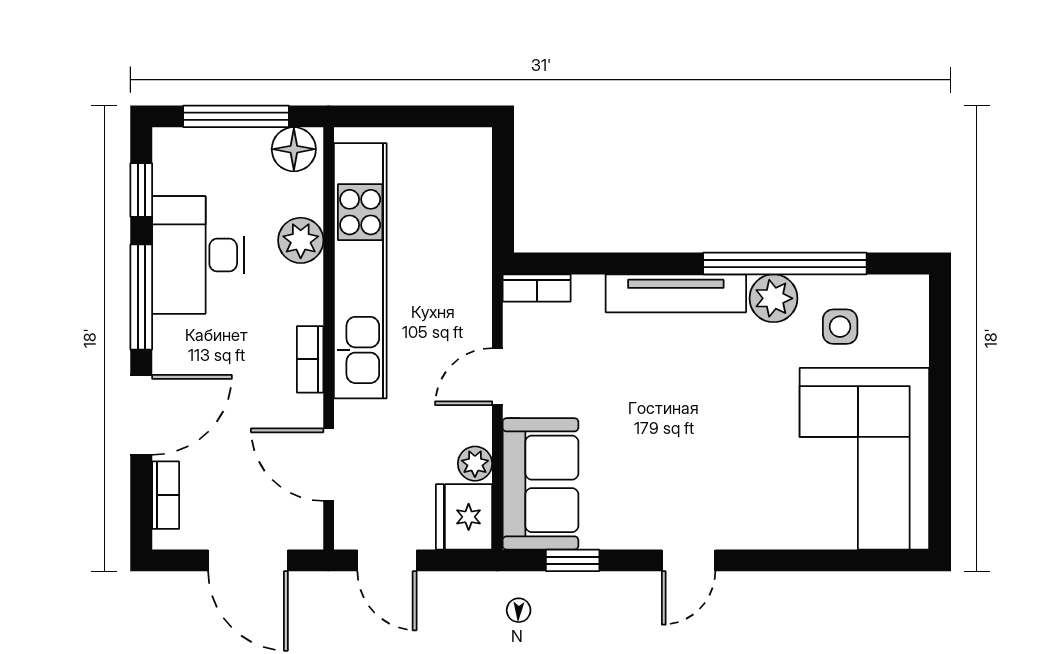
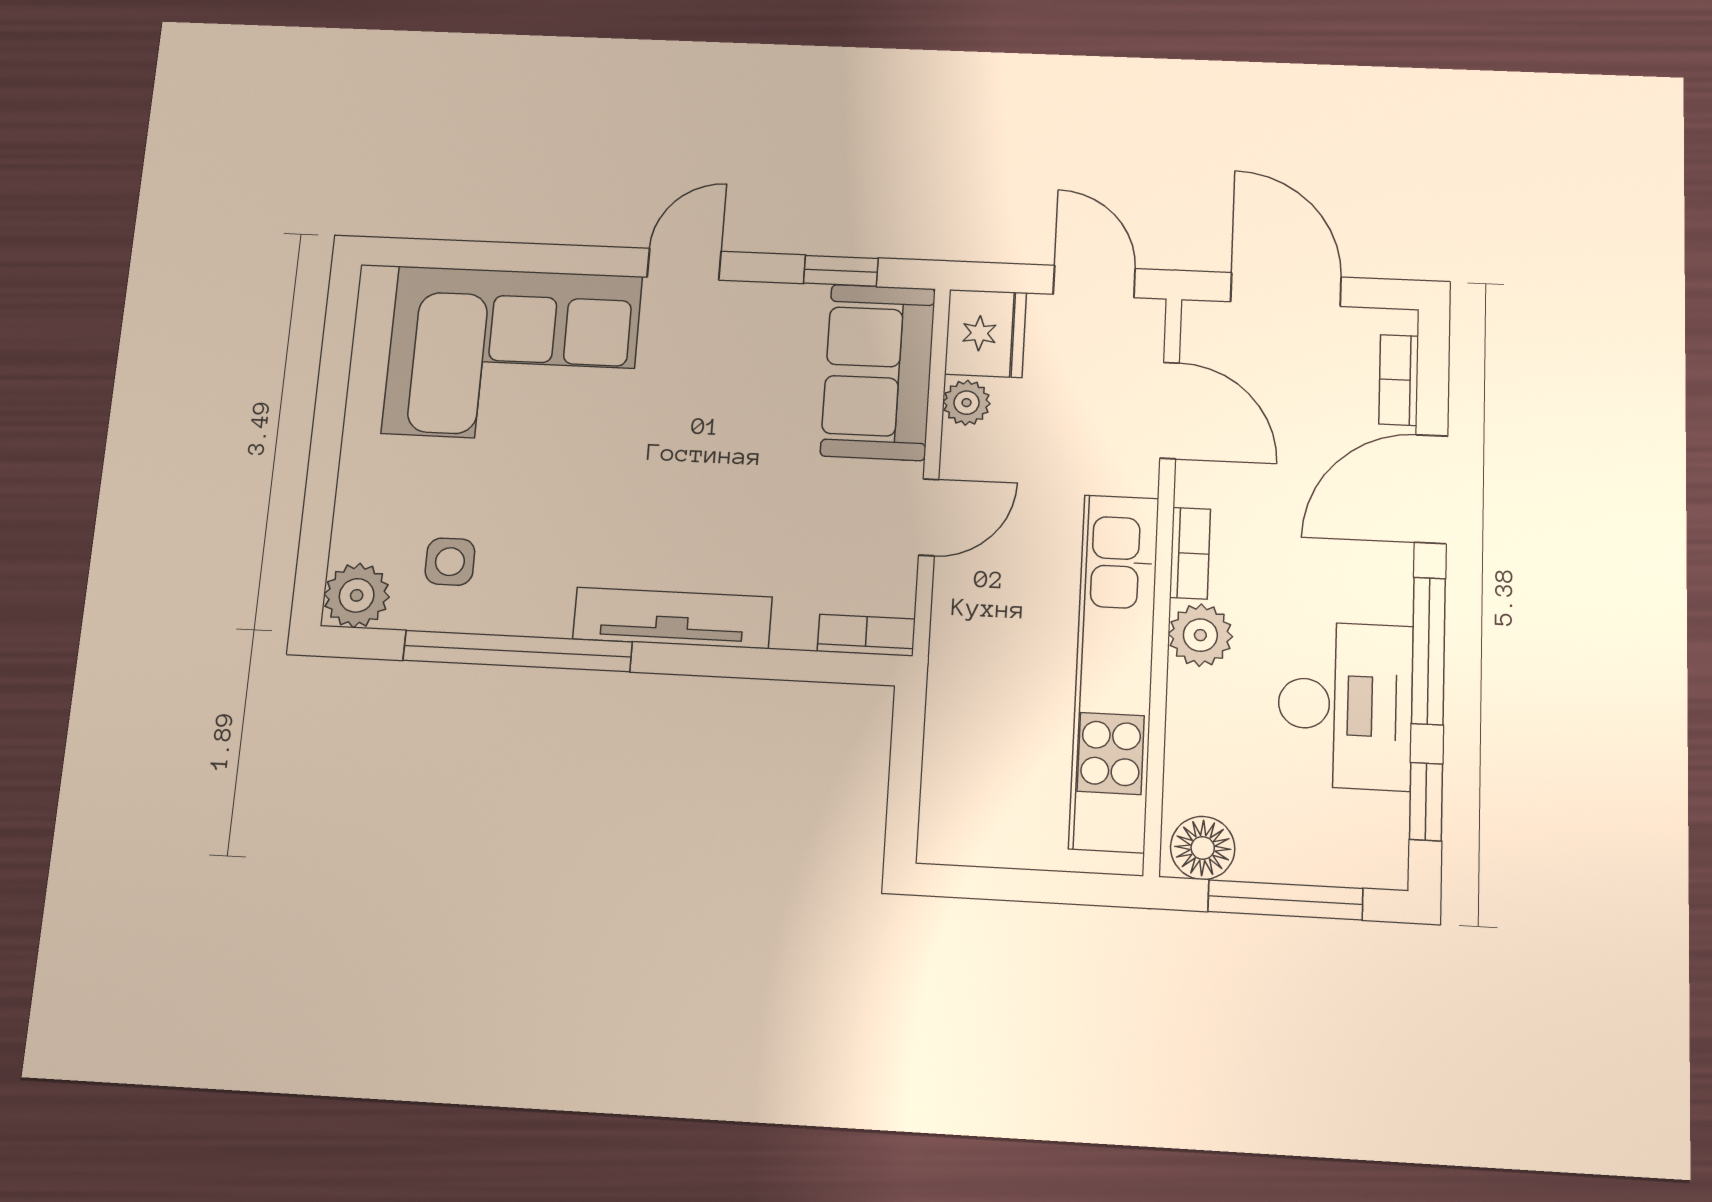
plant: (301, 240) -> (1200, 635), moved
plant: (774, 298) -> (357, 595), moved
corner sofa: (864, 459) -> (512, 355), moved, turned 90

